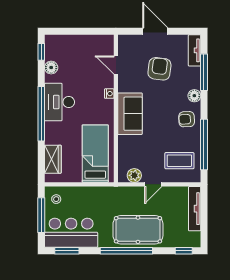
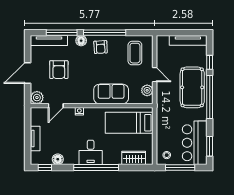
tv unit: (76, 40) -> (35, 139), added
plant: (126, 42) -> (37, 98), added
tv unit: (195, 50) -> (49, 40), width x1.41
armchair: (159, 69) -> (59, 70), turned -97
desk: (59, 102) -> (91, 152), width x0.73
sofa: (130, 114) -> (111, 94), moved
window: (204, 144) -> (105, 33), moved
tv unit: (195, 209) -> (188, 40), moved
window: (184, 251) -> (210, 62), moved

